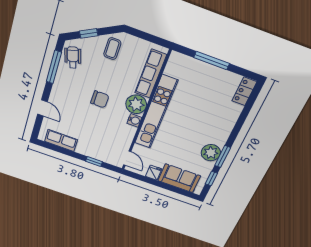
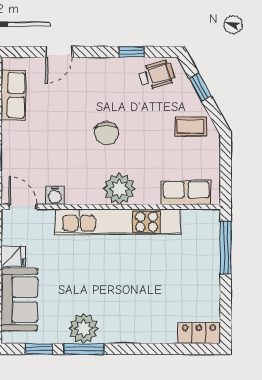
window: (212, 61) -> (226, 248), moved
window: (54, 67) -> (132, 52), width x0.46
row of seats: (151, 74) -> (186, 193), width x0.68
water cooler: (134, 120) -> (55, 195), moved
door: (127, 158) -> (23, 207), swing flipped

